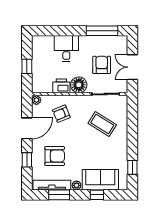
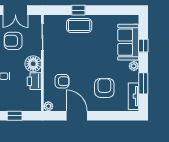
armchair: (61, 114) -> (62, 81), turned -68
coffee table: (102, 124) -> (79, 26), moved, turned 58
window: (27, 160) -> (108, 116), removed
window: (132, 167) -> (78, 10), moved
tv unit: (52, 185) -> (133, 96), width x0.71

